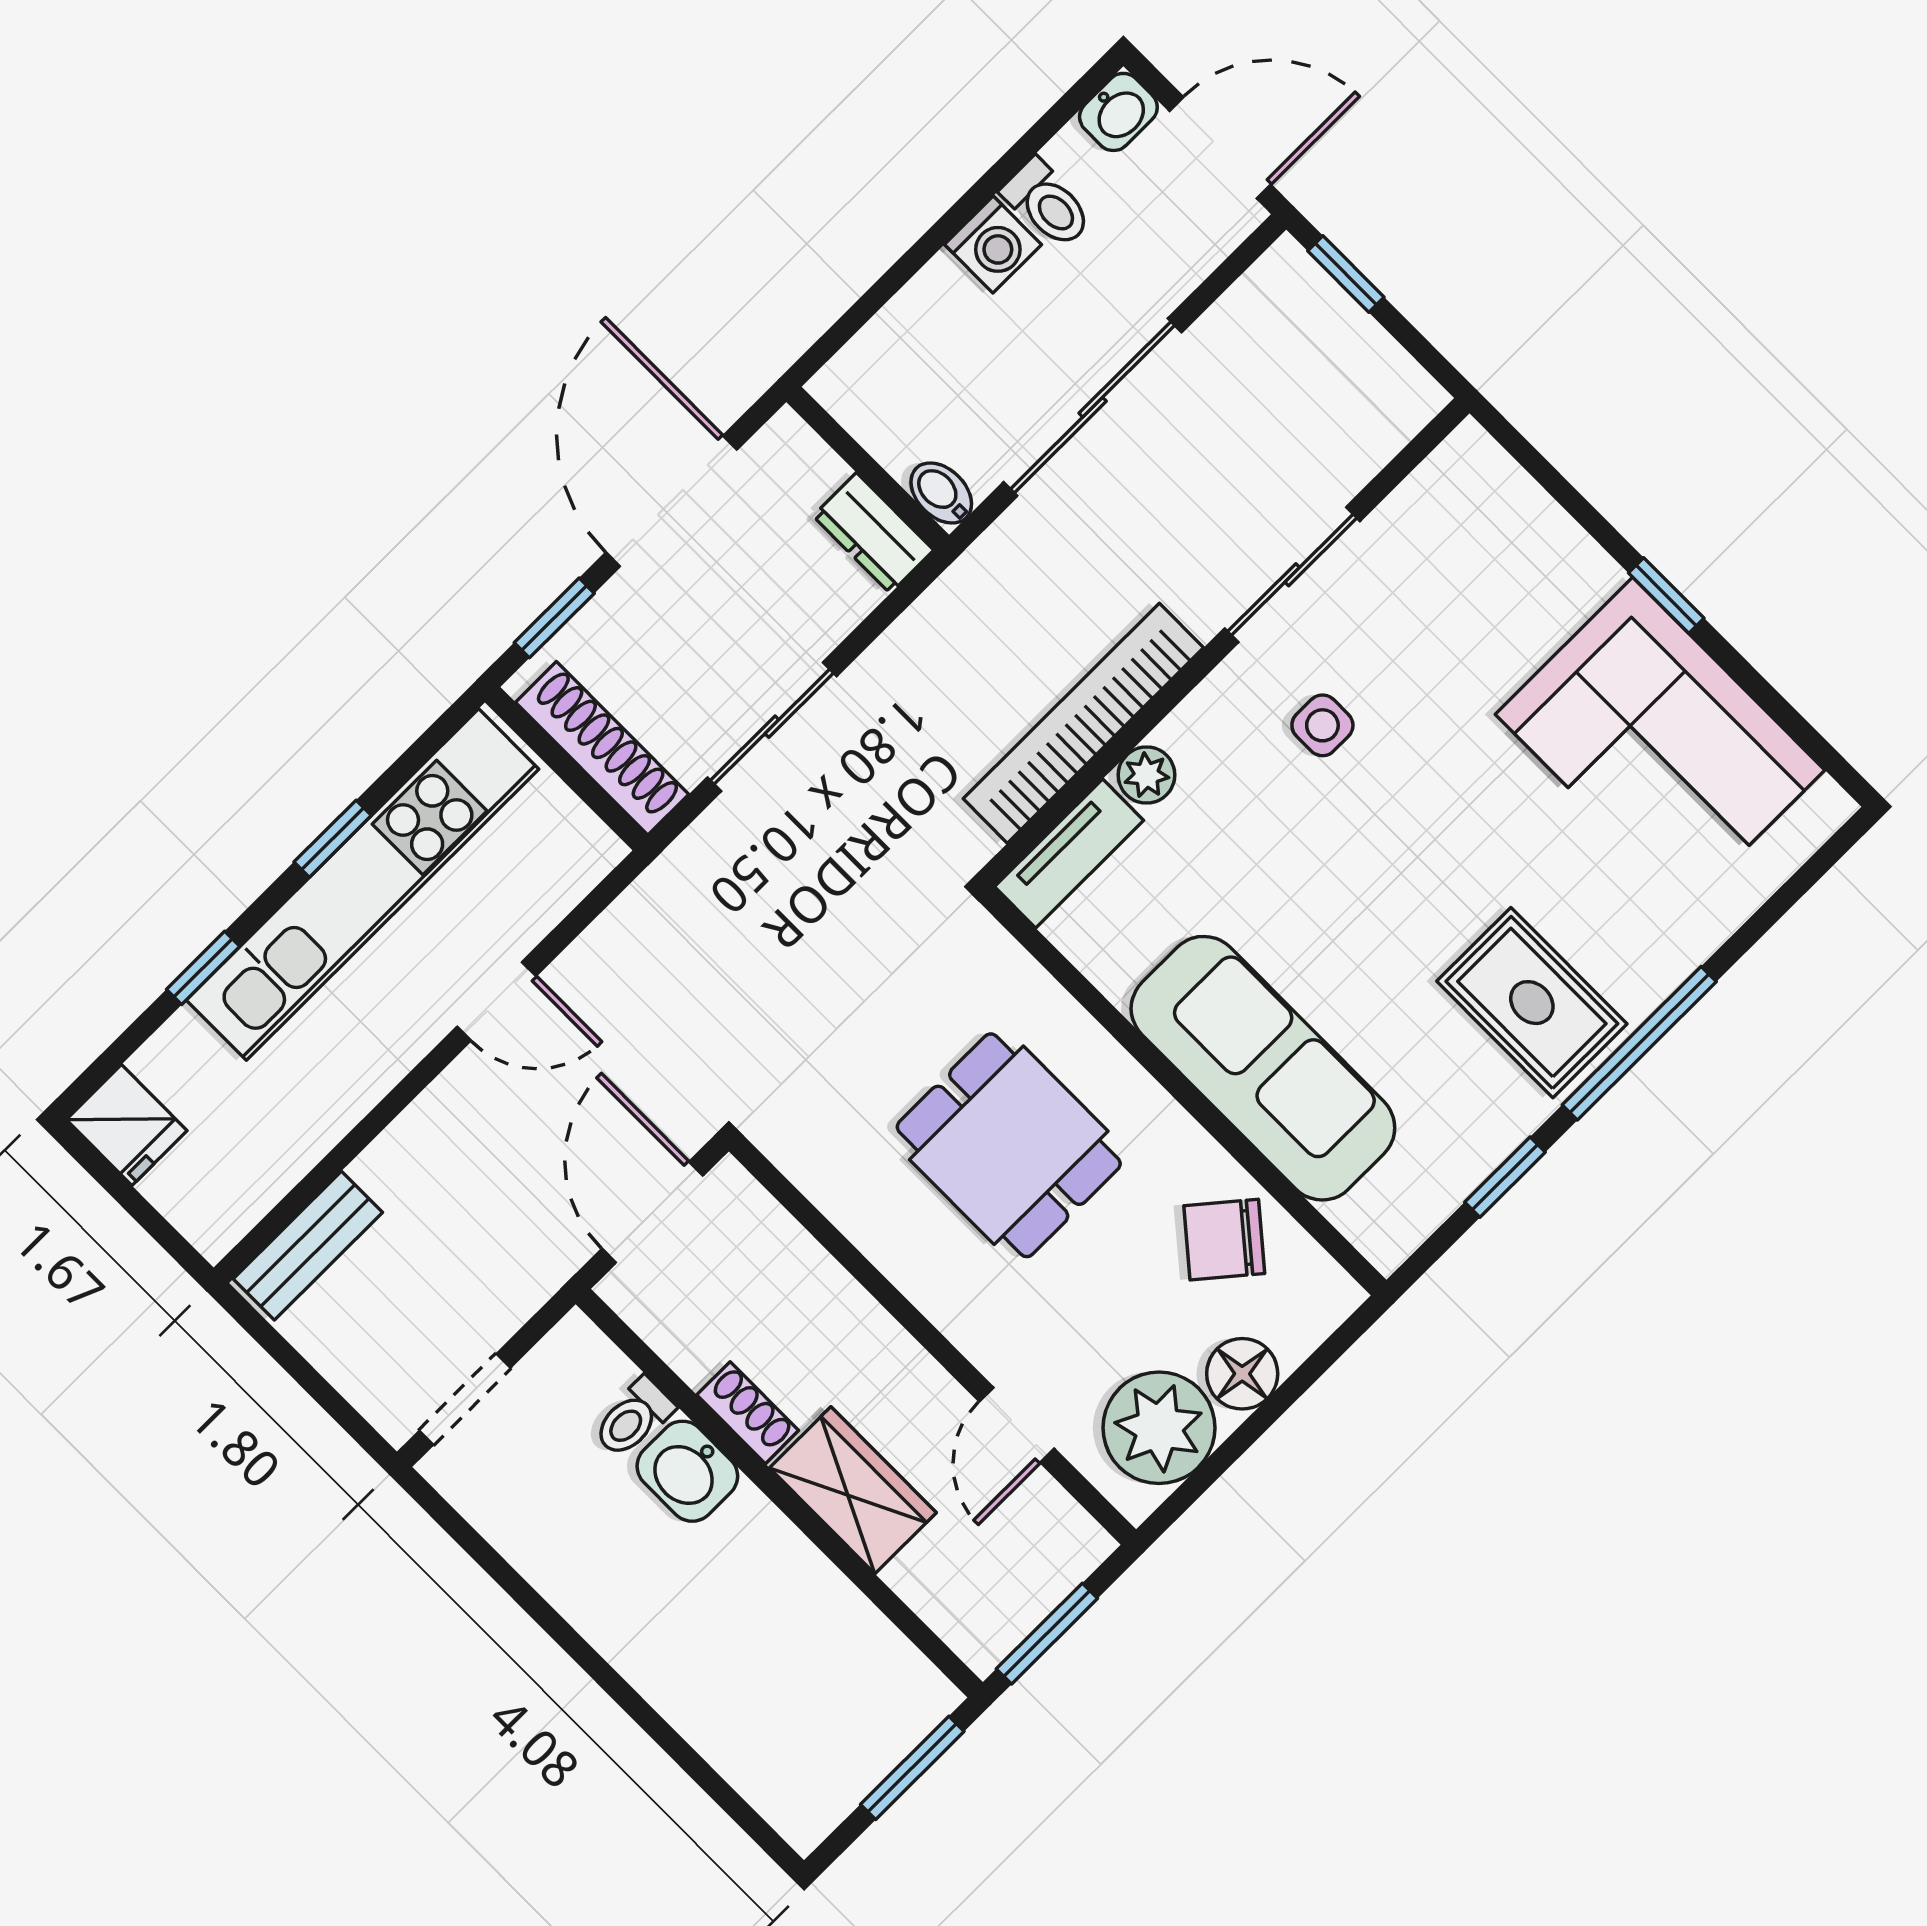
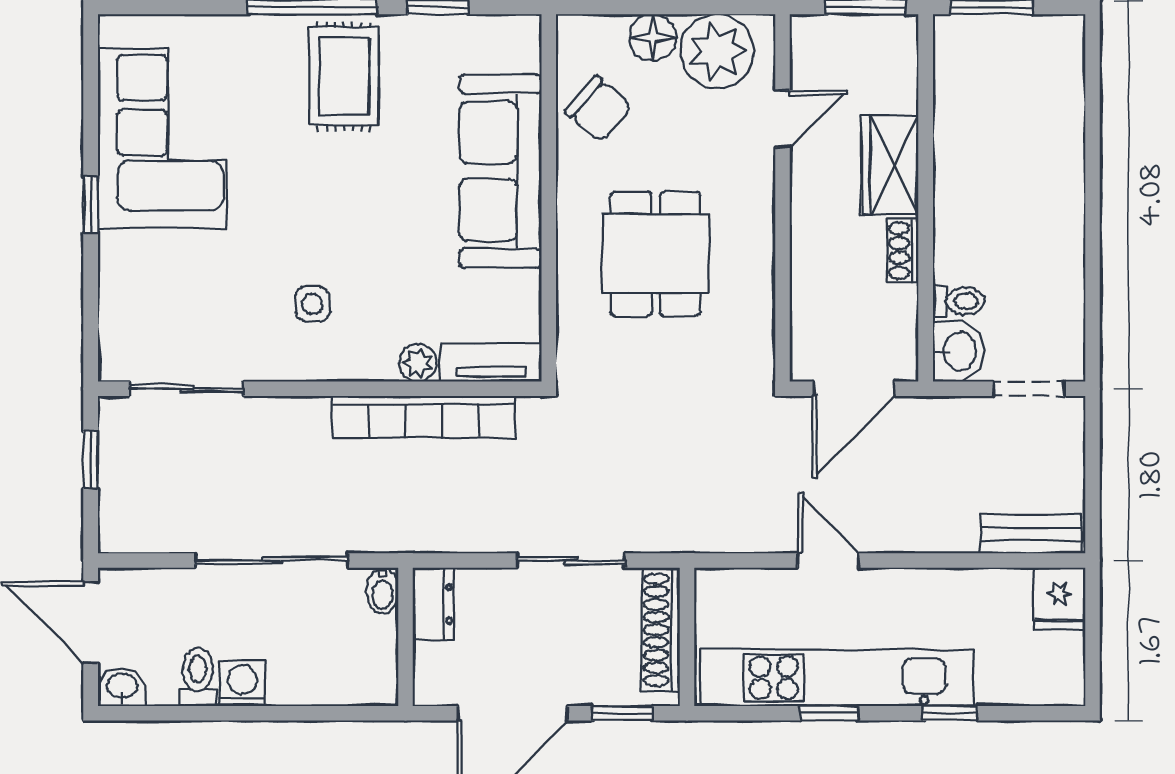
window: (1346, 274) -> (91, 460), moved
sliding door: (1292, 575) -> (187, 389), moved
fridge: (127, 1125) -> (1060, 599), moved, turned 180
washbasin: (687, 1471) -> (958, 351), moved

